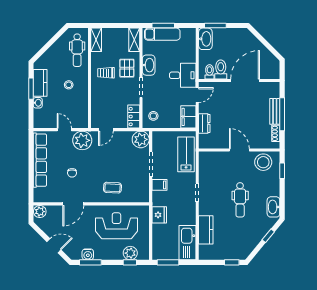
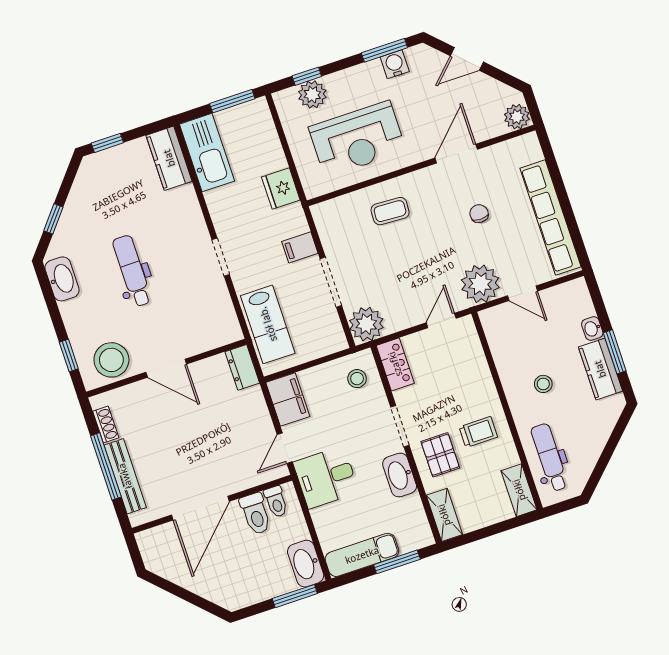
exam couch: (162, 34) -> (362, 555), moved
bench: (275, 111) -> (125, 476), width x1.36
dresser: (204, 123) -> (242, 367), moved
kitchen counter: (206, 230) -> (169, 158), moved

